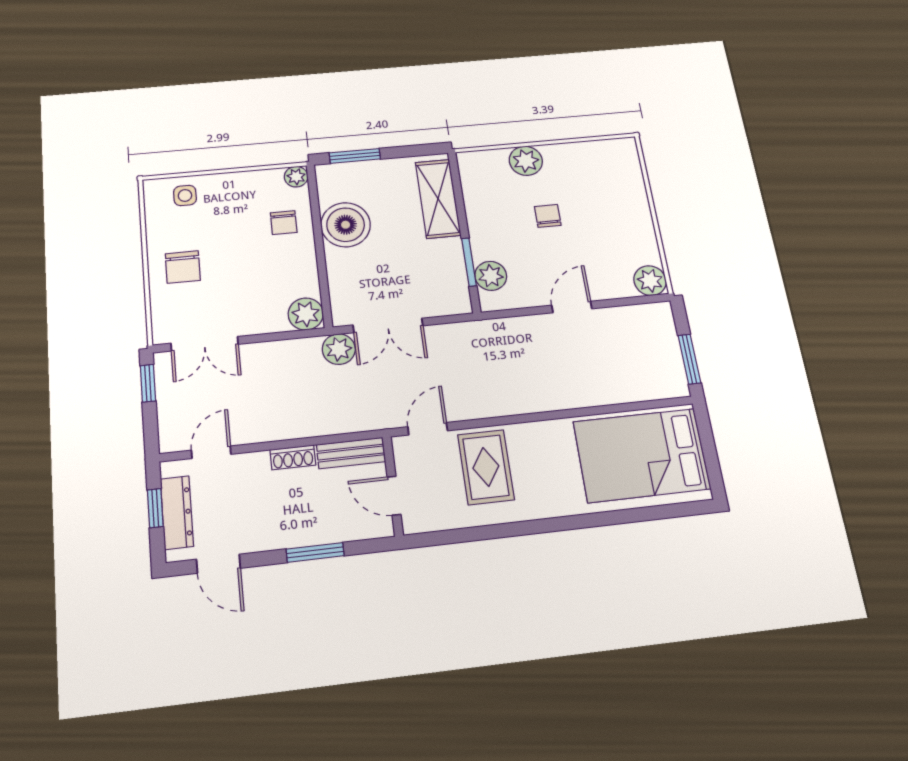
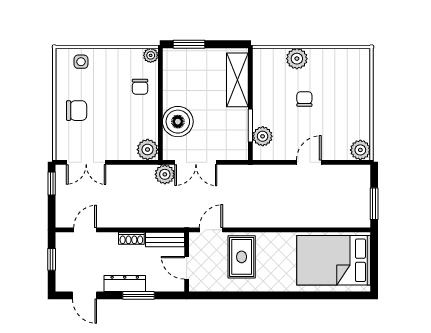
boiler: (346, 225) -> (178, 122), moved
chair: (183, 267) -> (77, 111), turned -90
dresser: (177, 512) -> (125, 284), moved, turned -90

